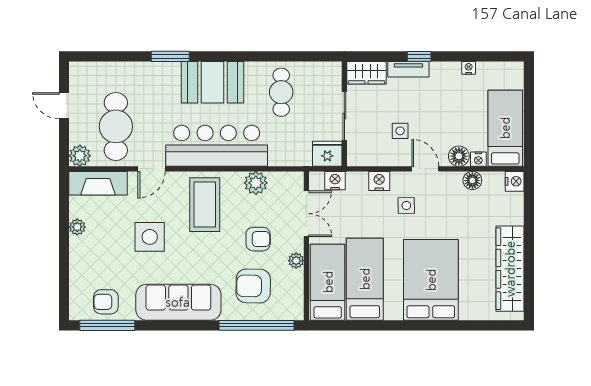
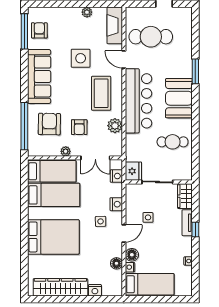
plant: (80, 156) -> (132, 14), removed
nightstand: (515, 181) -> (95, 290), moved
coffee table: (205, 205) -> (101, 93), turned 90

